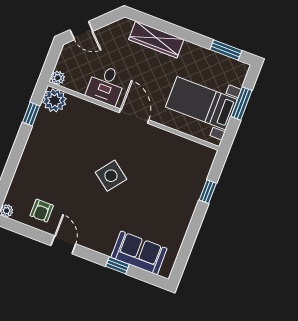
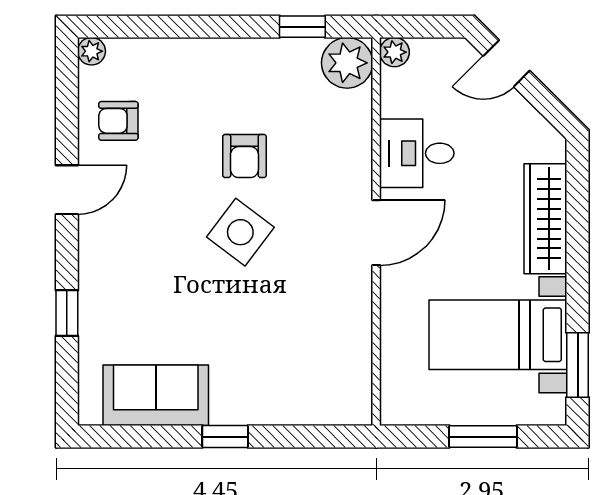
door: (81, 31) -> (507, 63), hinge flipped
bed with nightstands: (201, 103) -> (498, 335), moved, turned -90
armchair: (78, 161) -> (244, 156), added
window: (208, 192) -> (225, 437), moved
sofa: (139, 253) -> (156, 395), moved, turned -90

